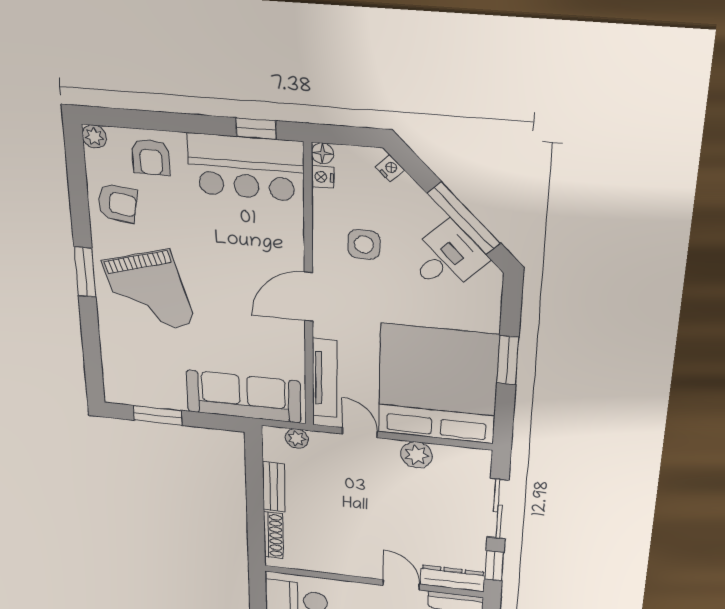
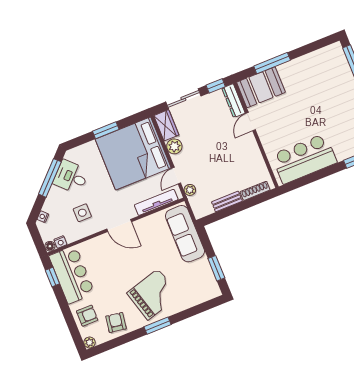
plant: (297, 439) -> (190, 190), moved
wardrobe: (463, 461) -> (166, 125), added

